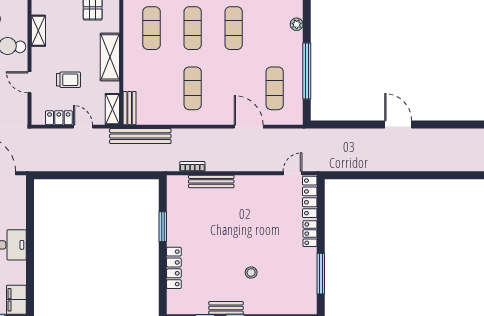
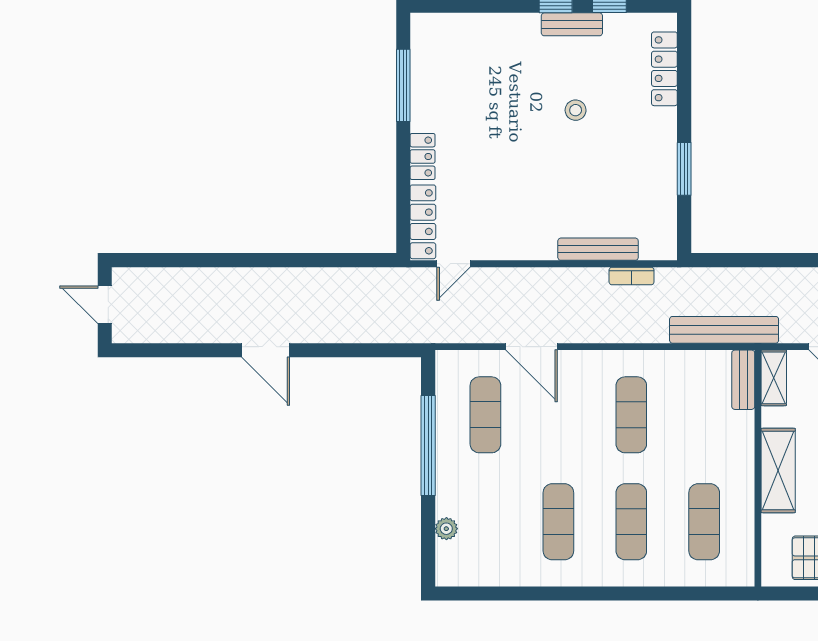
locker: (174, 268) -> (664, 69), moved
stool: (251, 273) -> (576, 110), moved

